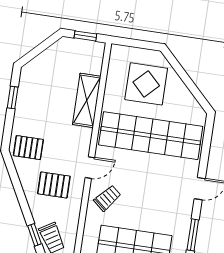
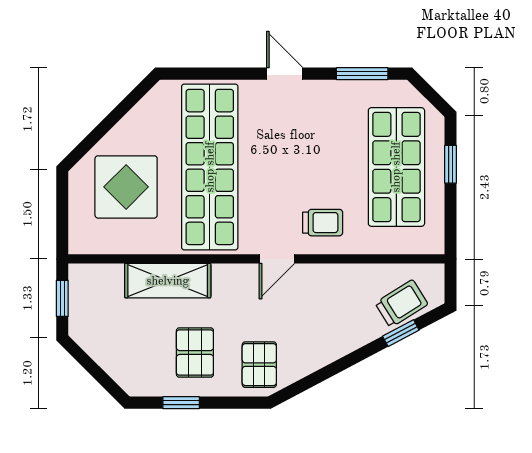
door: (90, 168) -> (277, 259), swing flipped
pallet: (54, 185) -> (195, 353), moved
trolley: (107, 198) -> (323, 223), turned 140

